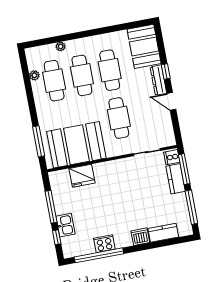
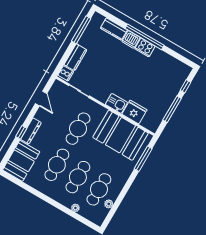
door: (171, 101) -> (41, 99), moved
window: (184, 169) -> (64, 59), removed
kitchen sink: (65, 225) -> (116, 103), moved, turned 90
cooker: (104, 244) -> (145, 47), moved
window: (99, 255) -> (145, 37), moved

